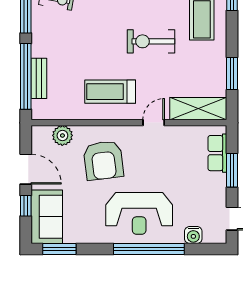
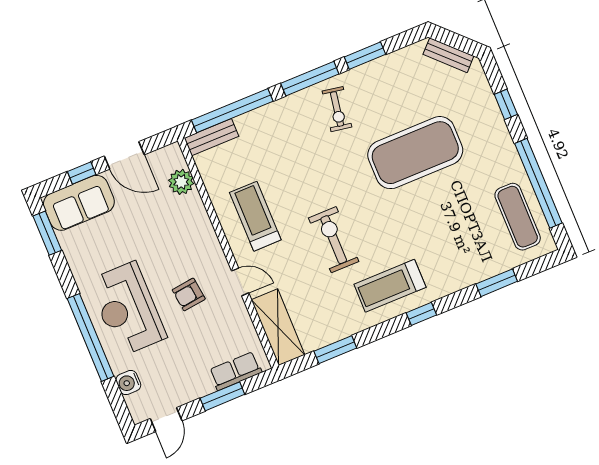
bench: (39, 78) -> (212, 137), moved
armchair: (103, 160) -> (189, 294), moved, width x0.53, depth x0.53
door: (26, 169) -> (124, 155), hinge flipped

